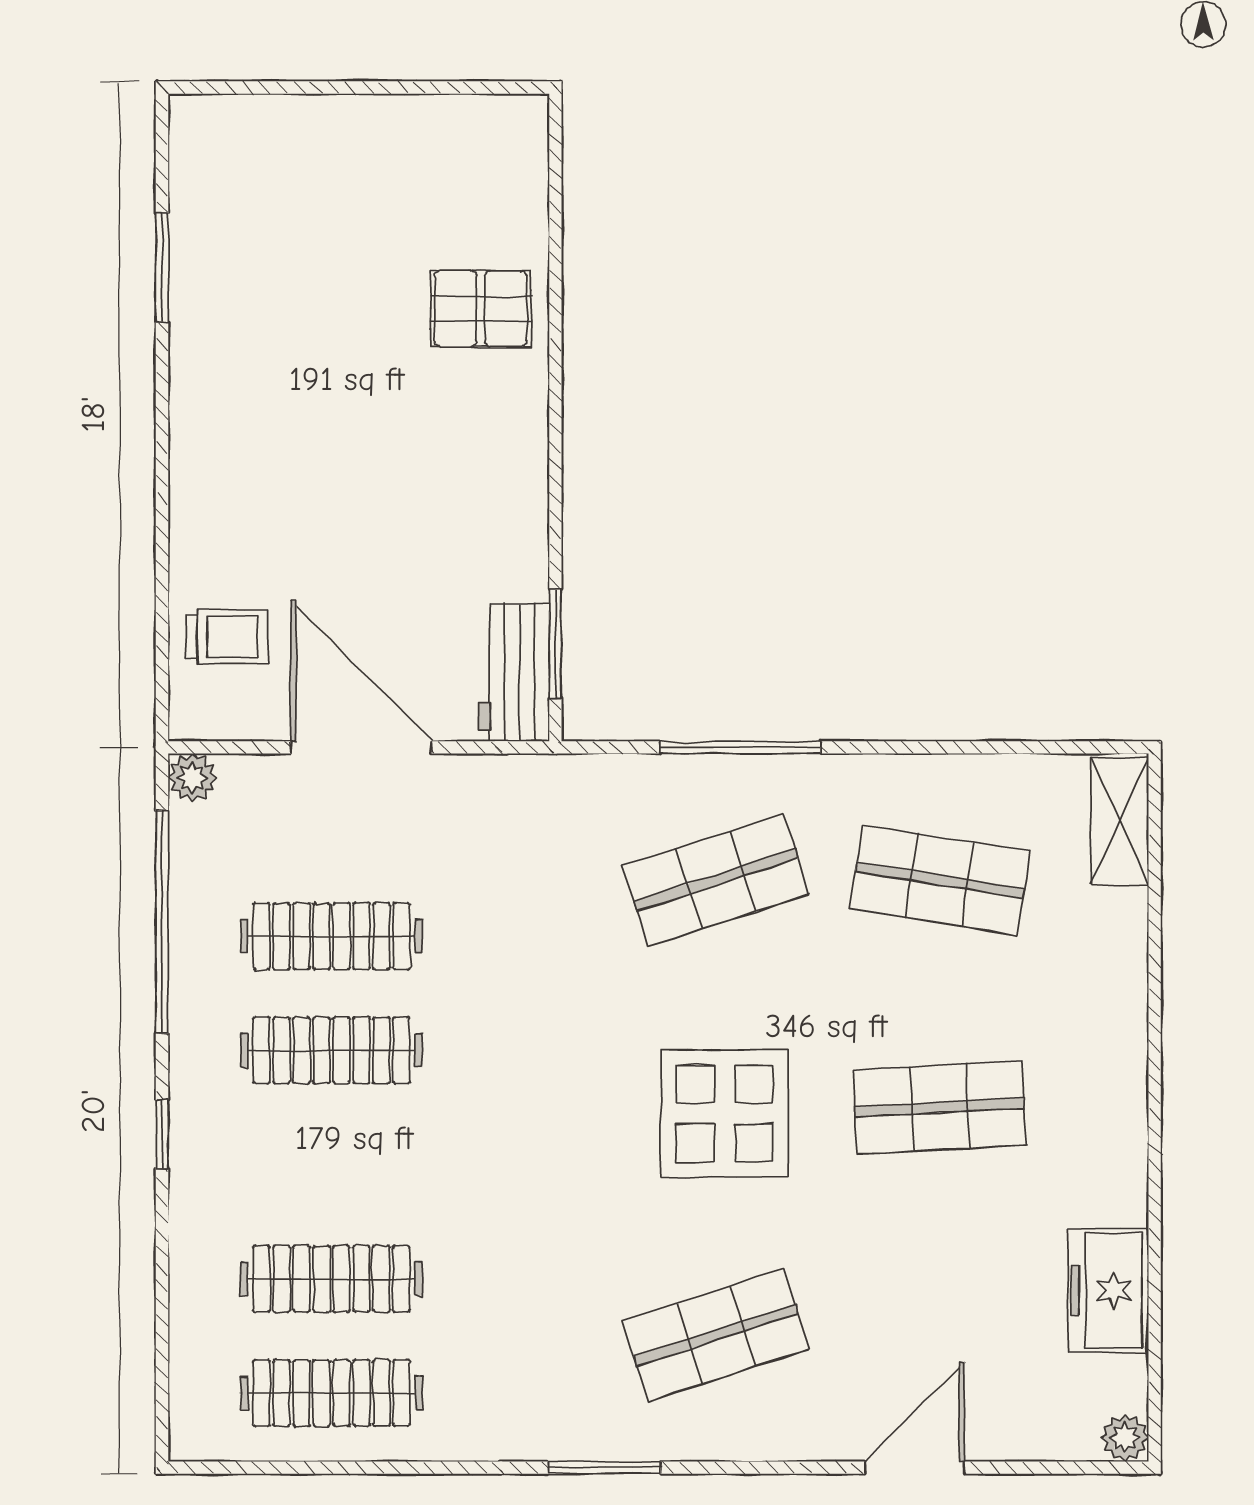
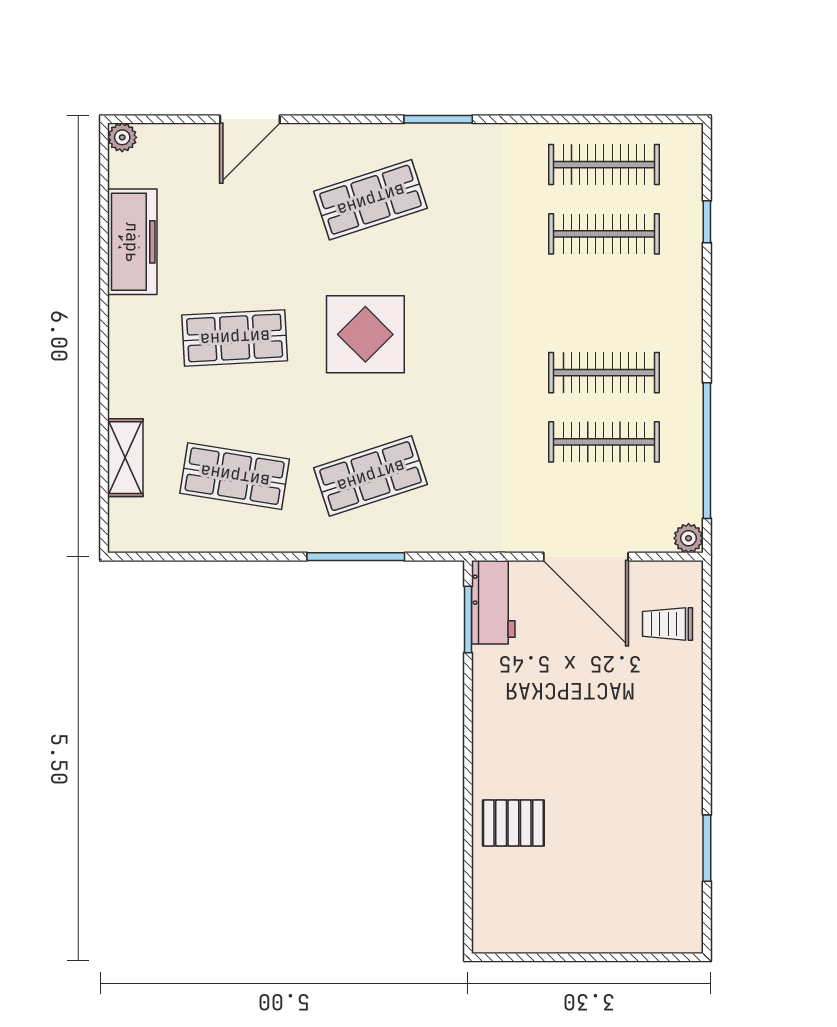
shelving: (1120, 821) -> (125, 458), moved
window: (162, 1134) -> (707, 222), moved
freezer: (1108, 1291) -> (132, 242), width x1.40

